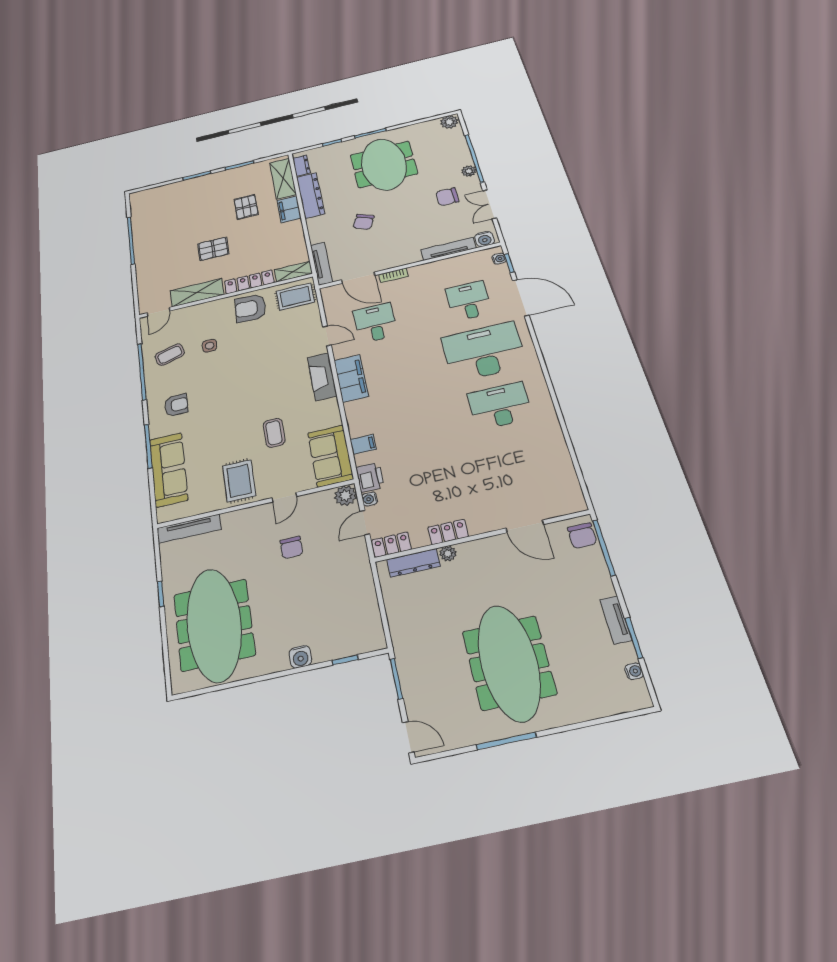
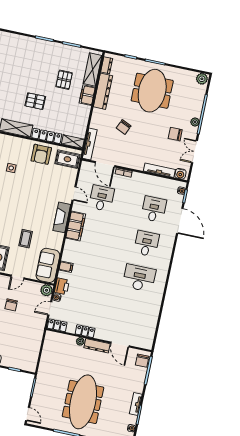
armchair: (250, 308) -> (41, 154), turned -93
desk: (484, 352) -> (146, 244), width x0.53, depth x0.77
dresser: (414, 563) -> (97, 346), moved

